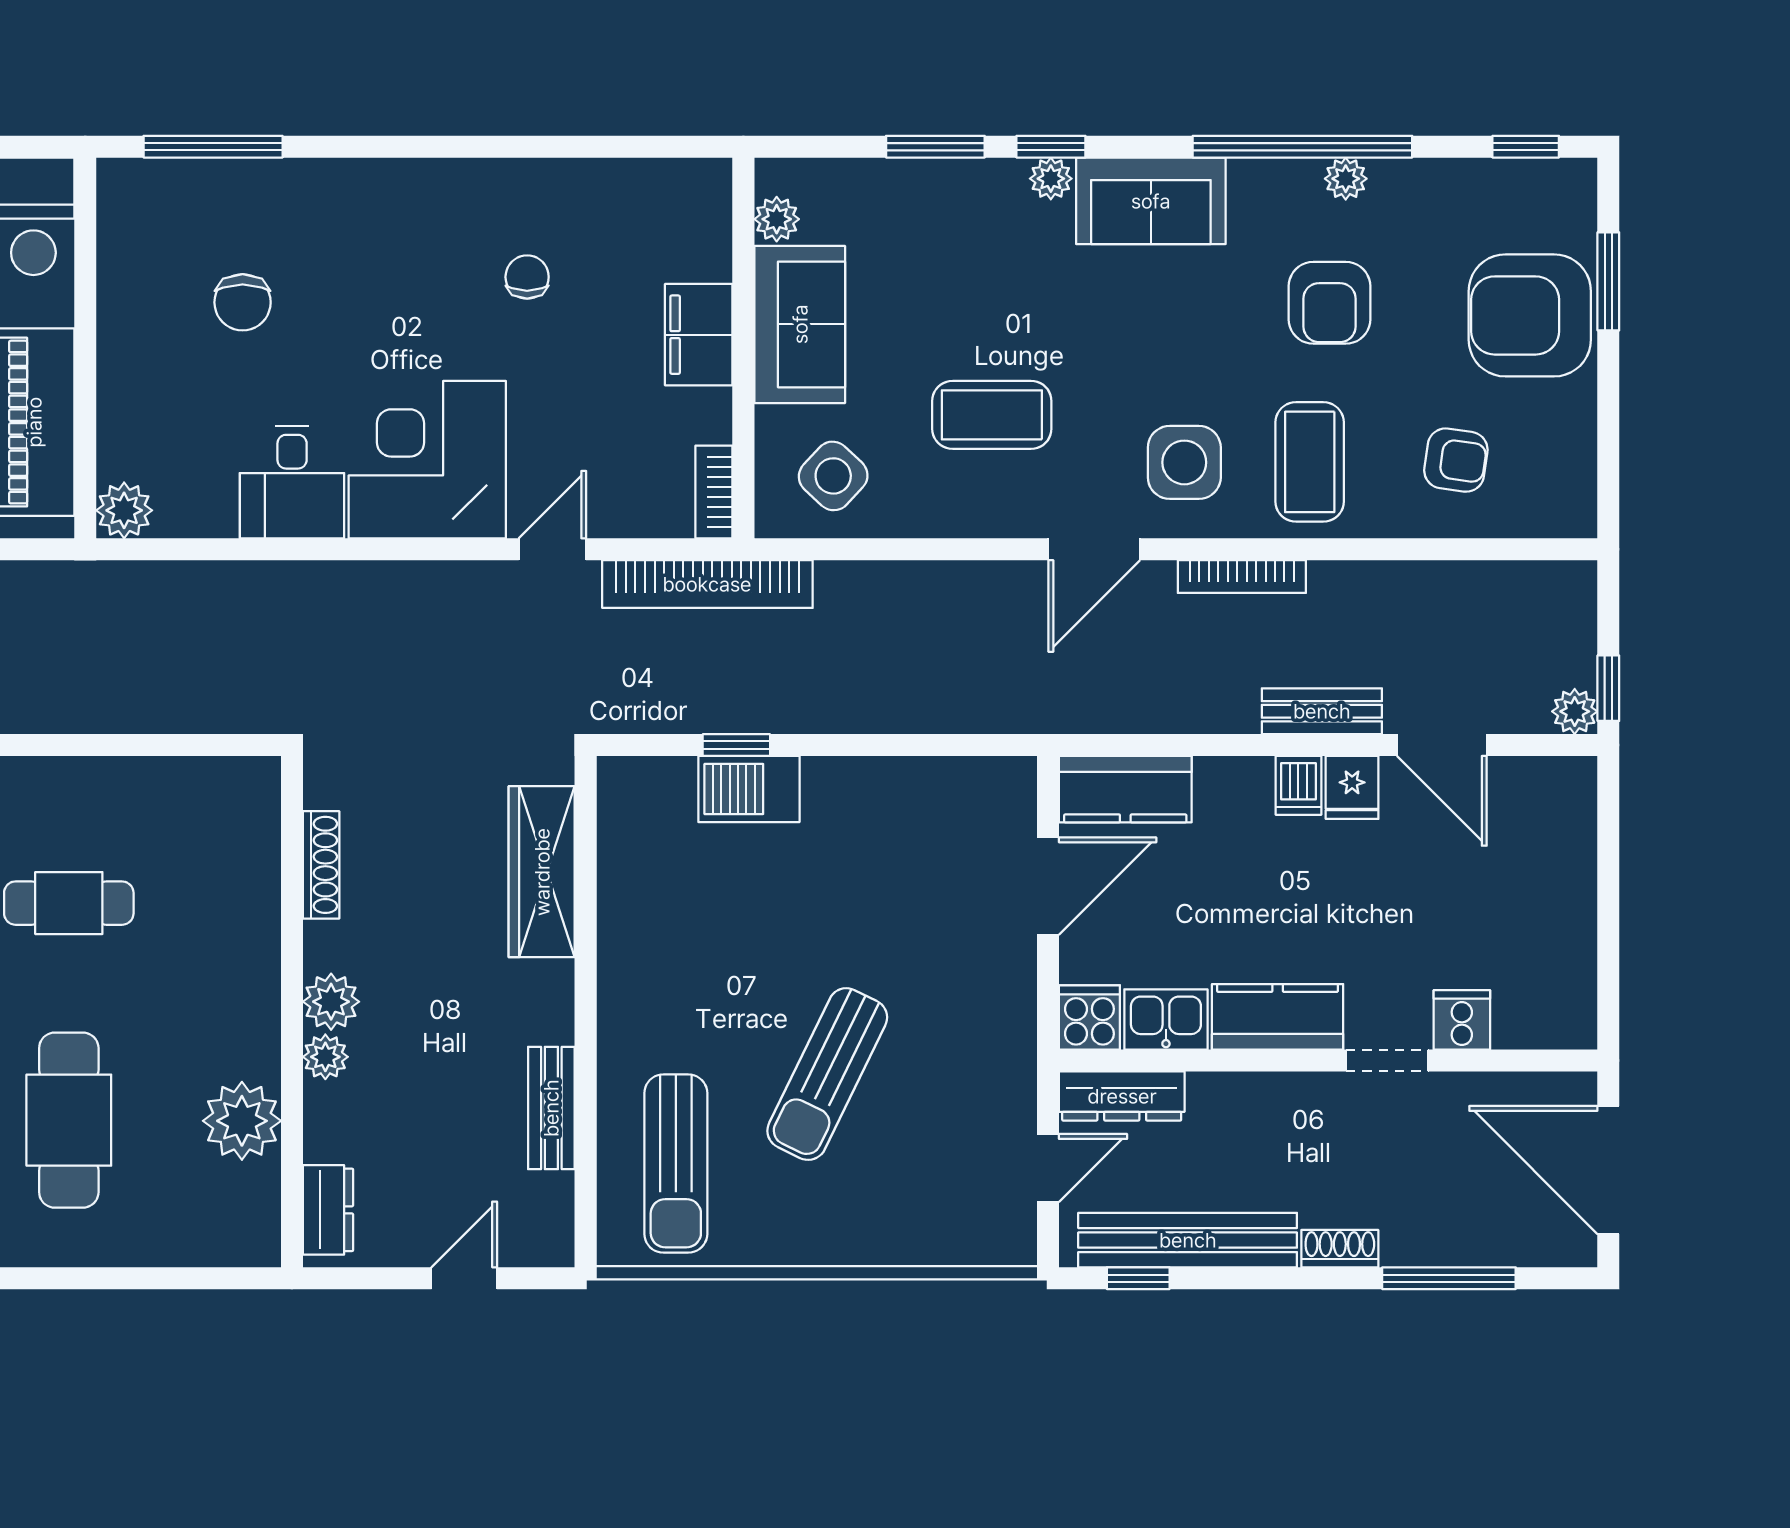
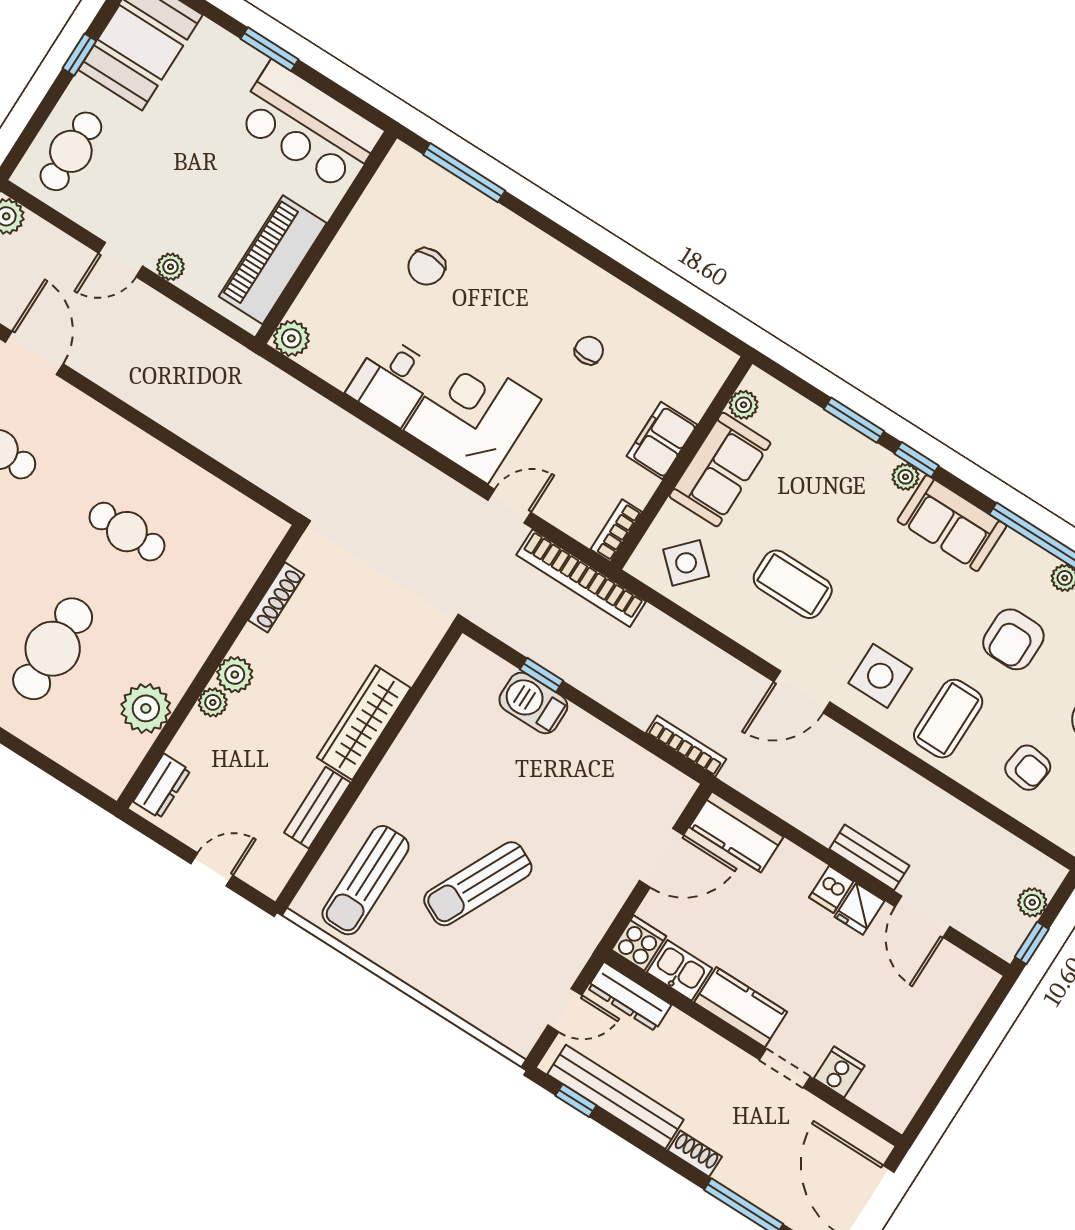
bookcase: (1242, 577) -> (686, 746), moved, turned 180
plant: (1575, 711) -> (1032, 902), moved
wardrobe: (542, 872) -> (364, 723), moved

